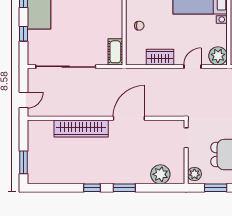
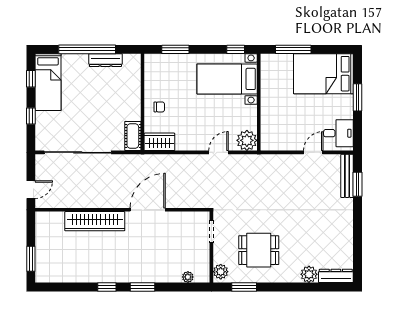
wardrobe: (160, 57) -> (159, 142), moved
plant: (160, 174) -> (188, 277), width x0.53, depth x0.53

